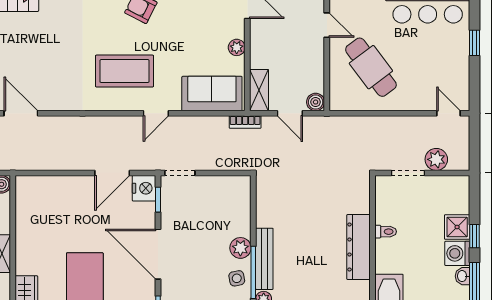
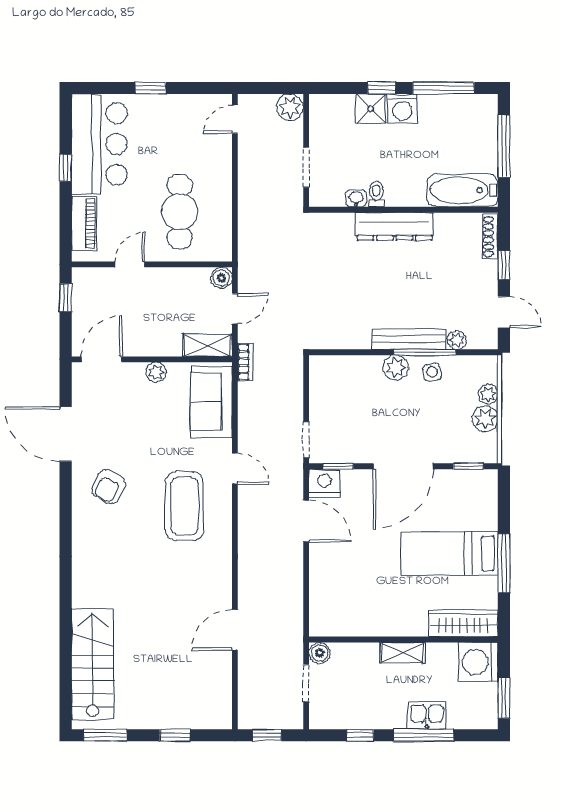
cafe table: (371, 67) -> (180, 212), turned -53
plant: (436, 159) -> (290, 107), moved
washbasin: (462, 276) -> (356, 198), moved, turned 180

